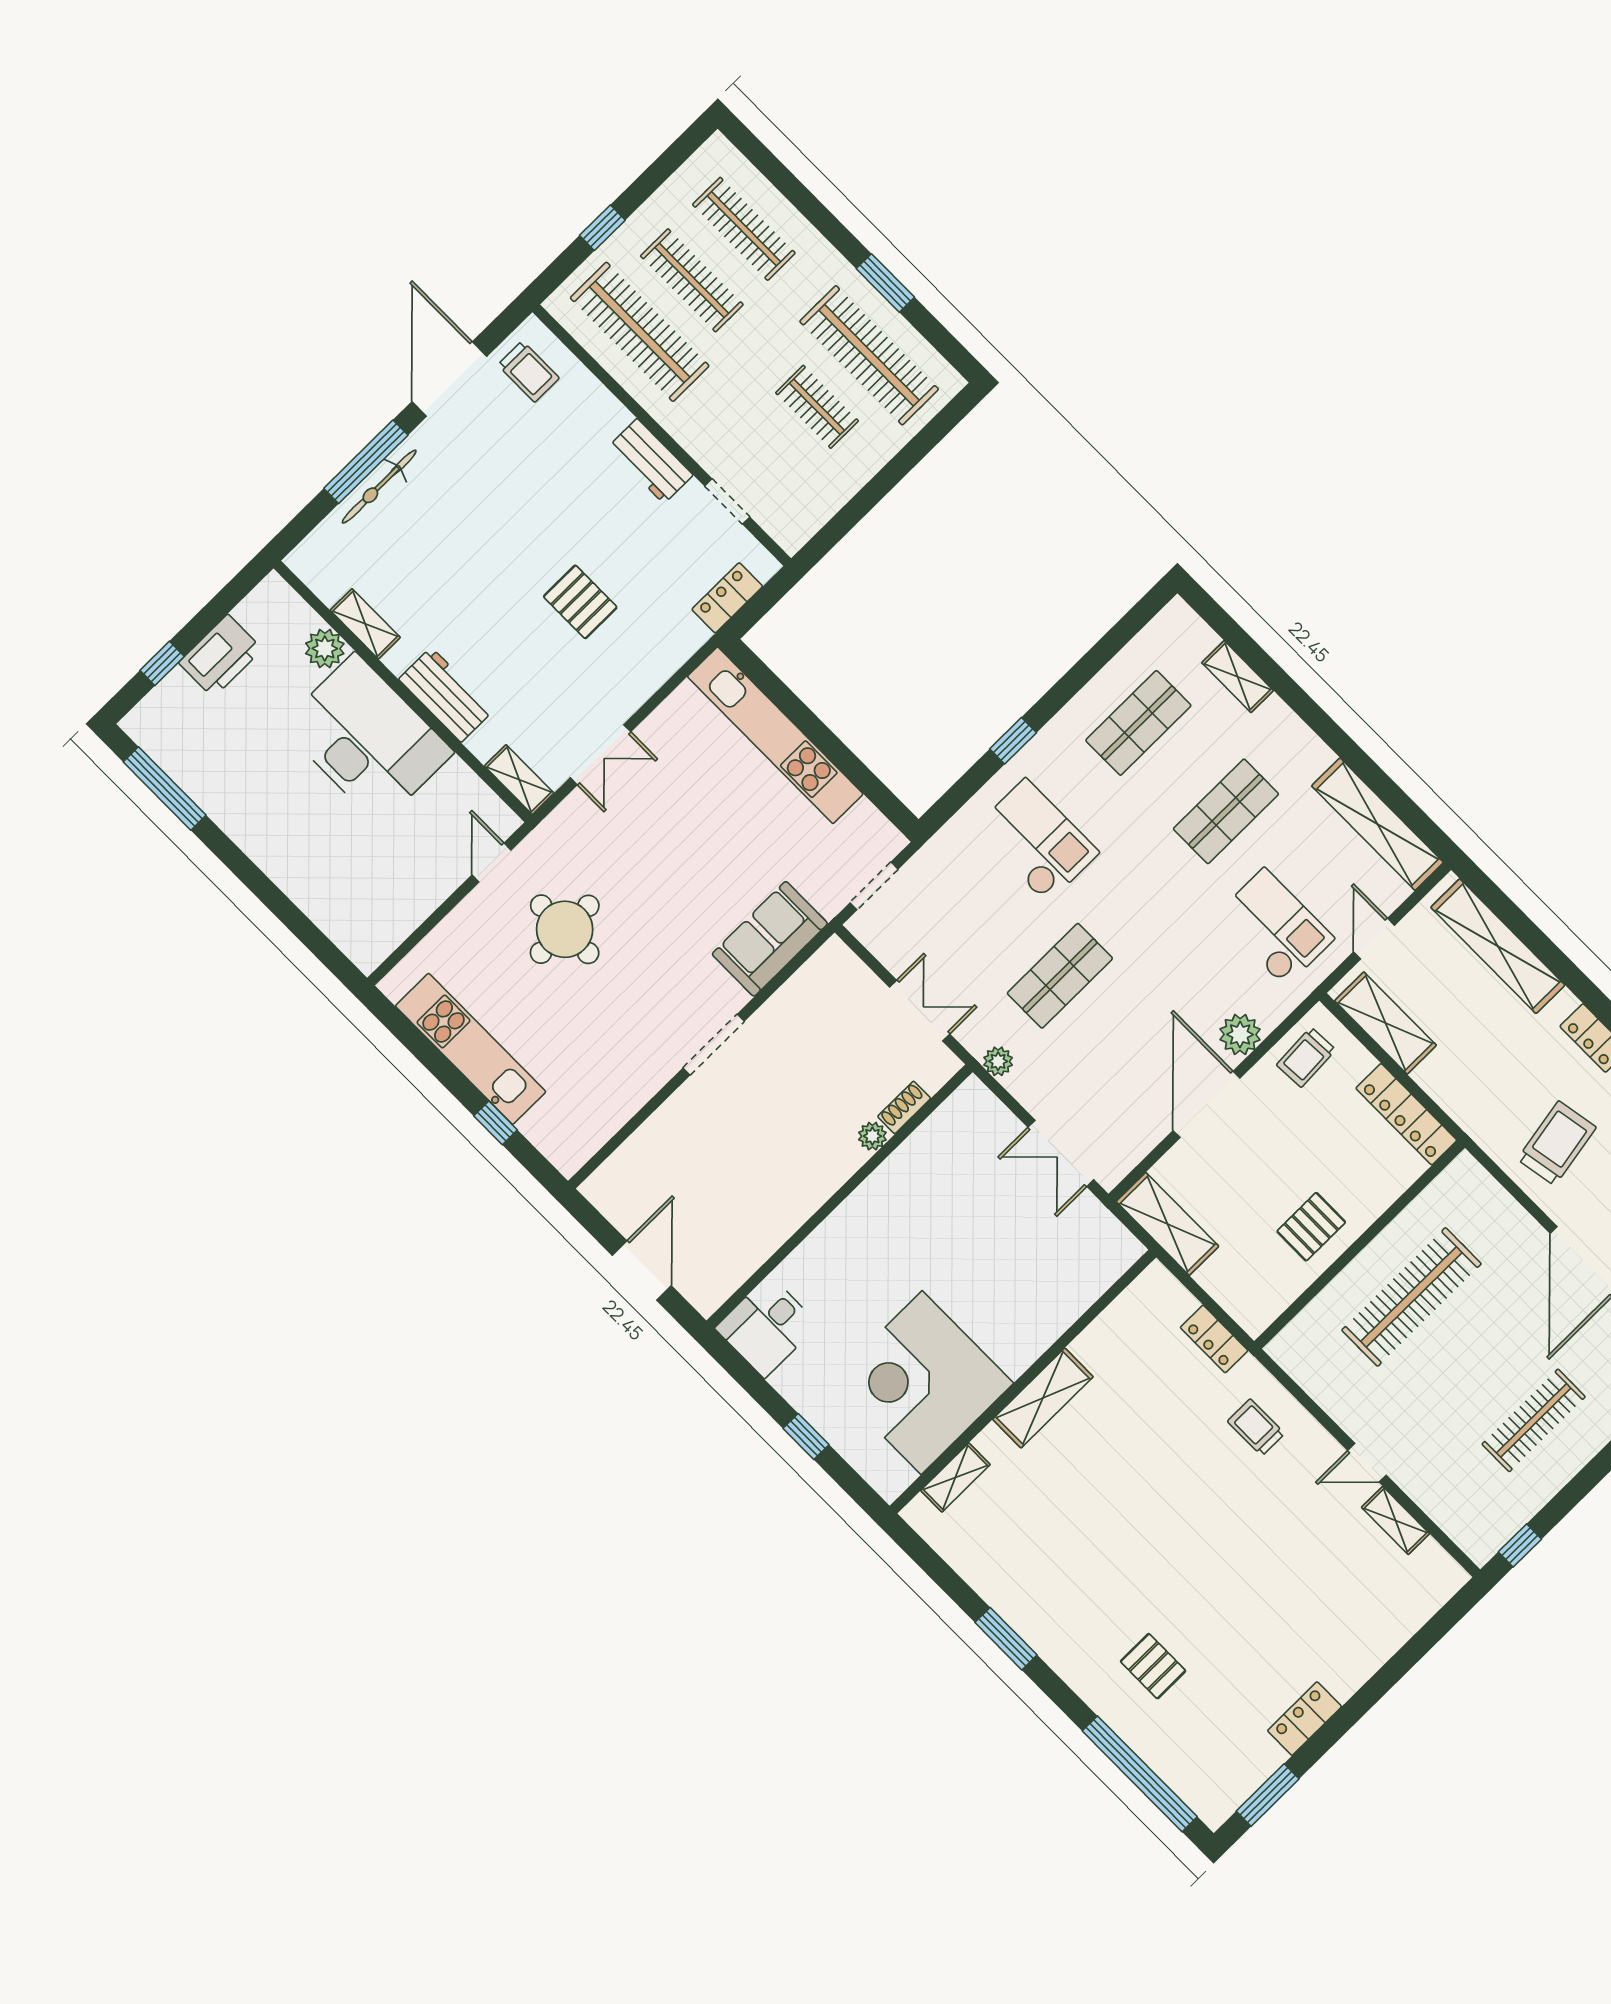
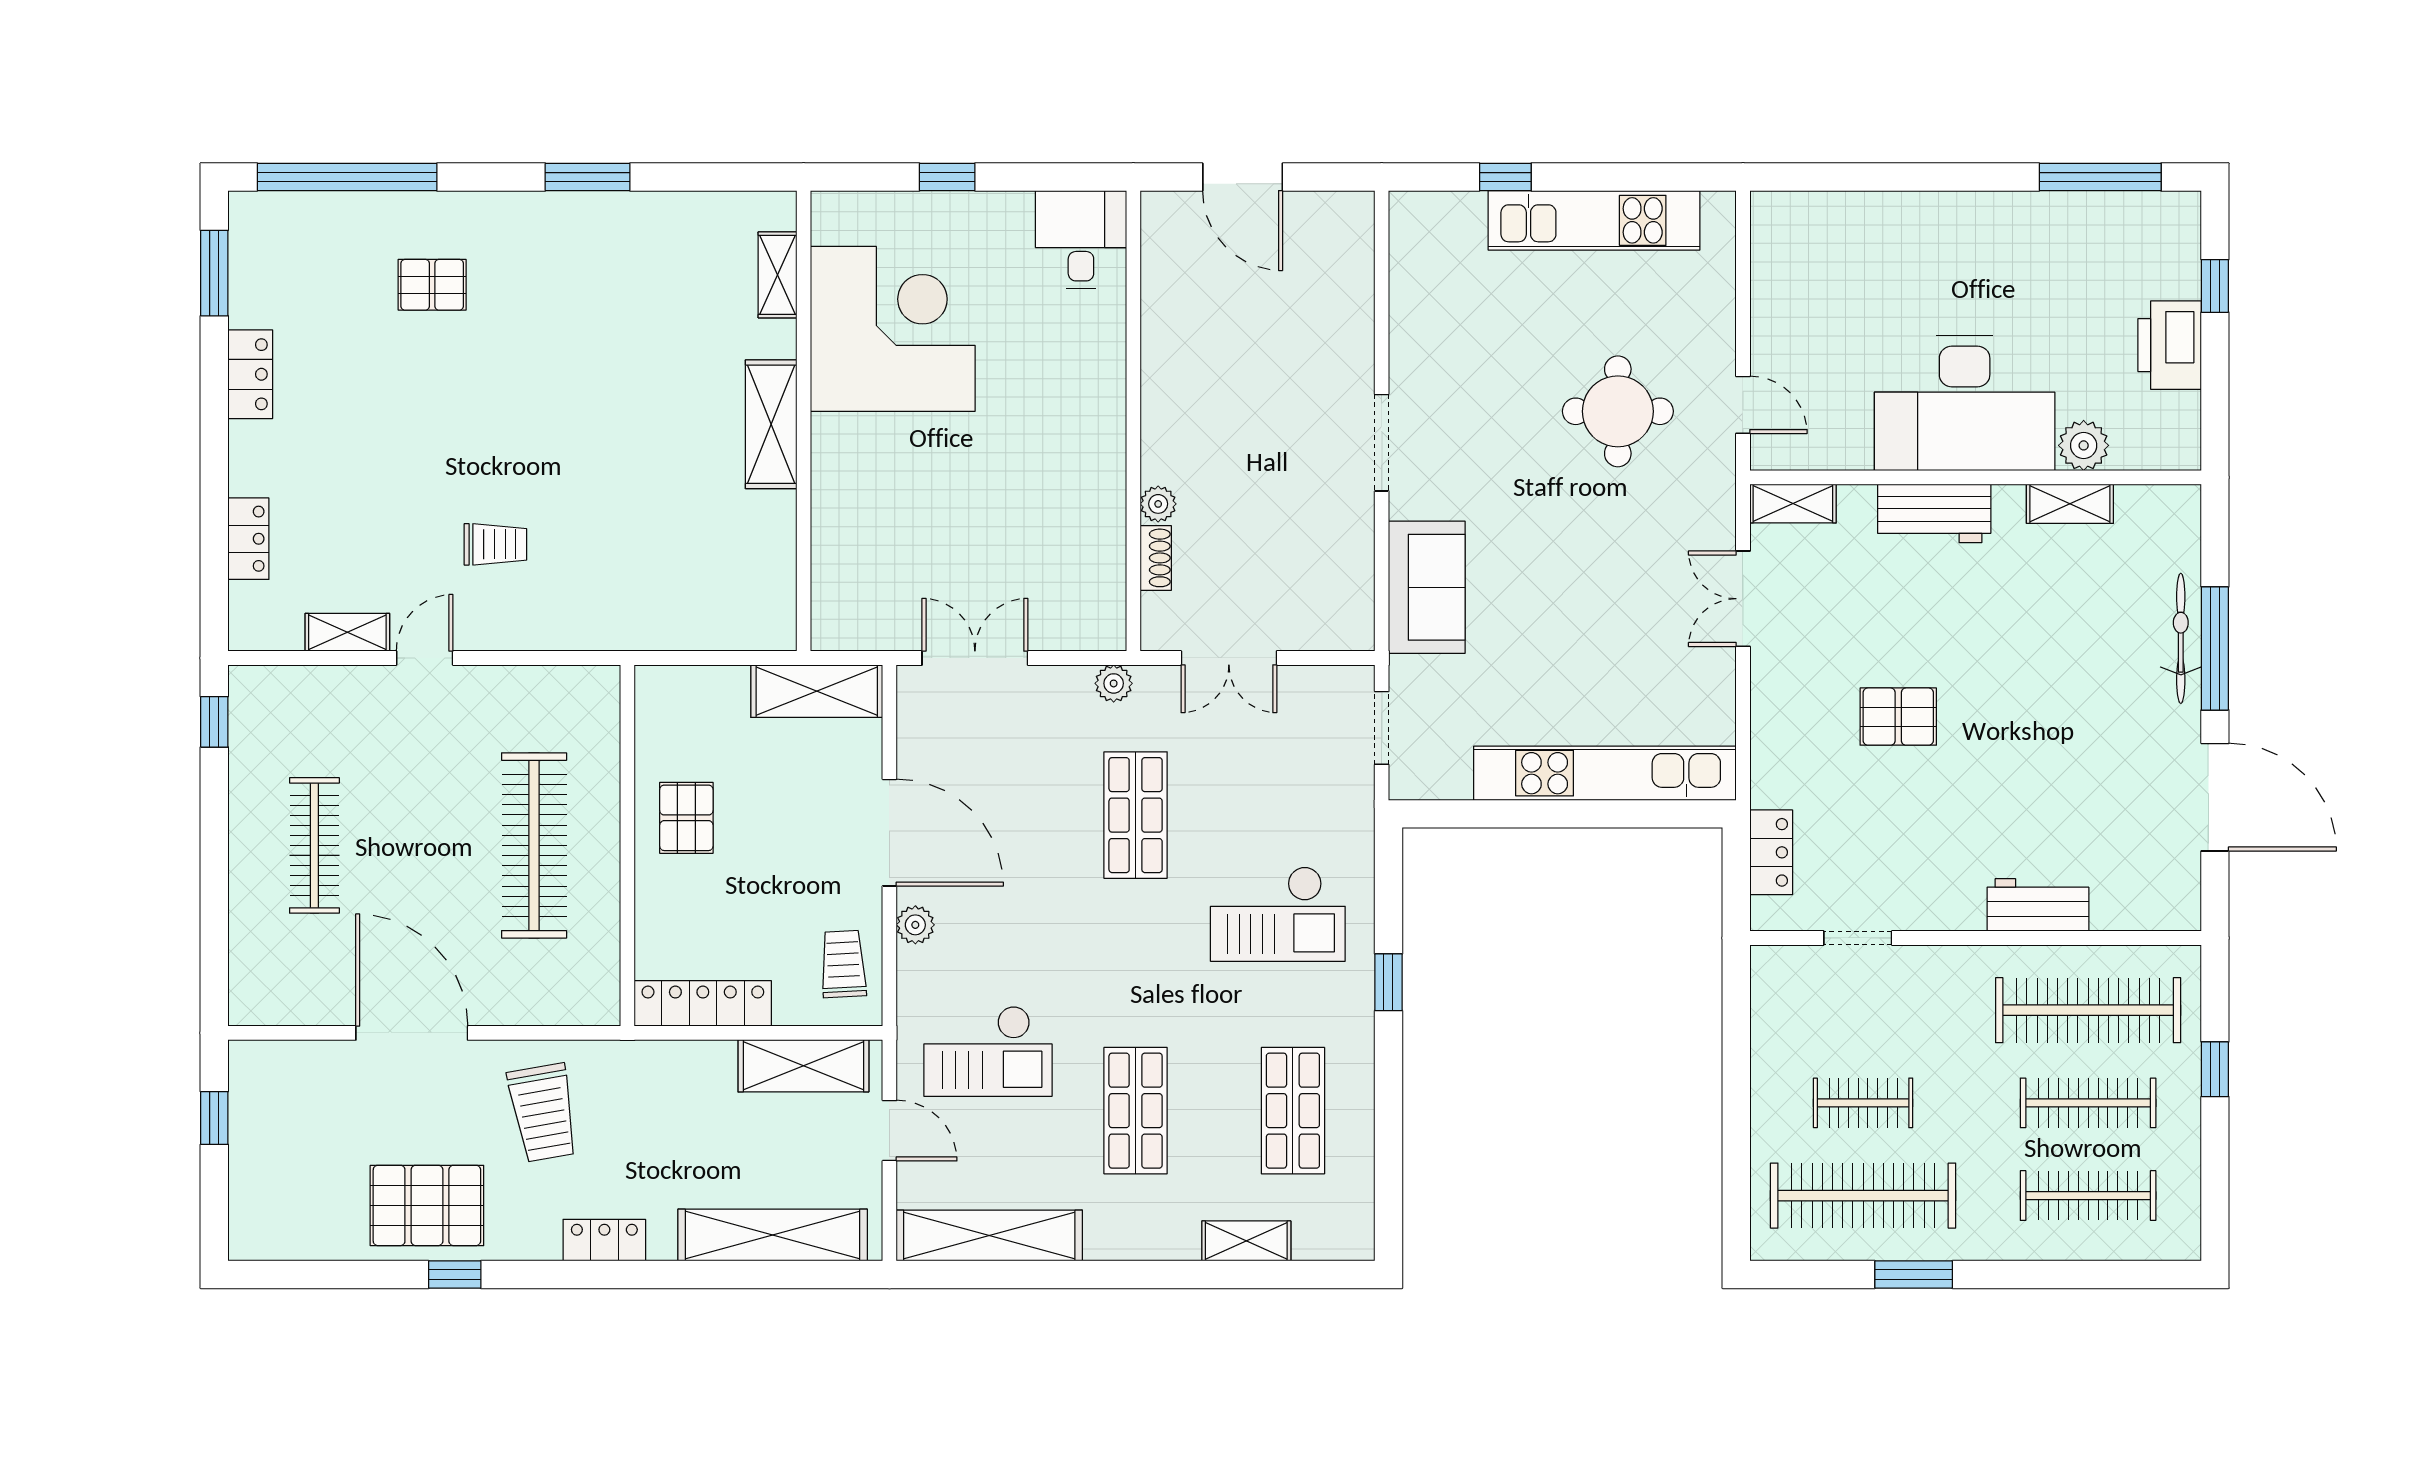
trolley: (528, 371) -> (2151, 875), removed
workbench: (651, 461) -> (2038, 905), moved
plant: (1240, 1034) -> (915, 925), width x0.73, depth x0.73
locker: (1214, 1339) -> (248, 539), moved, turned 90
trolley: (1256, 1427) -> (495, 544), moved

